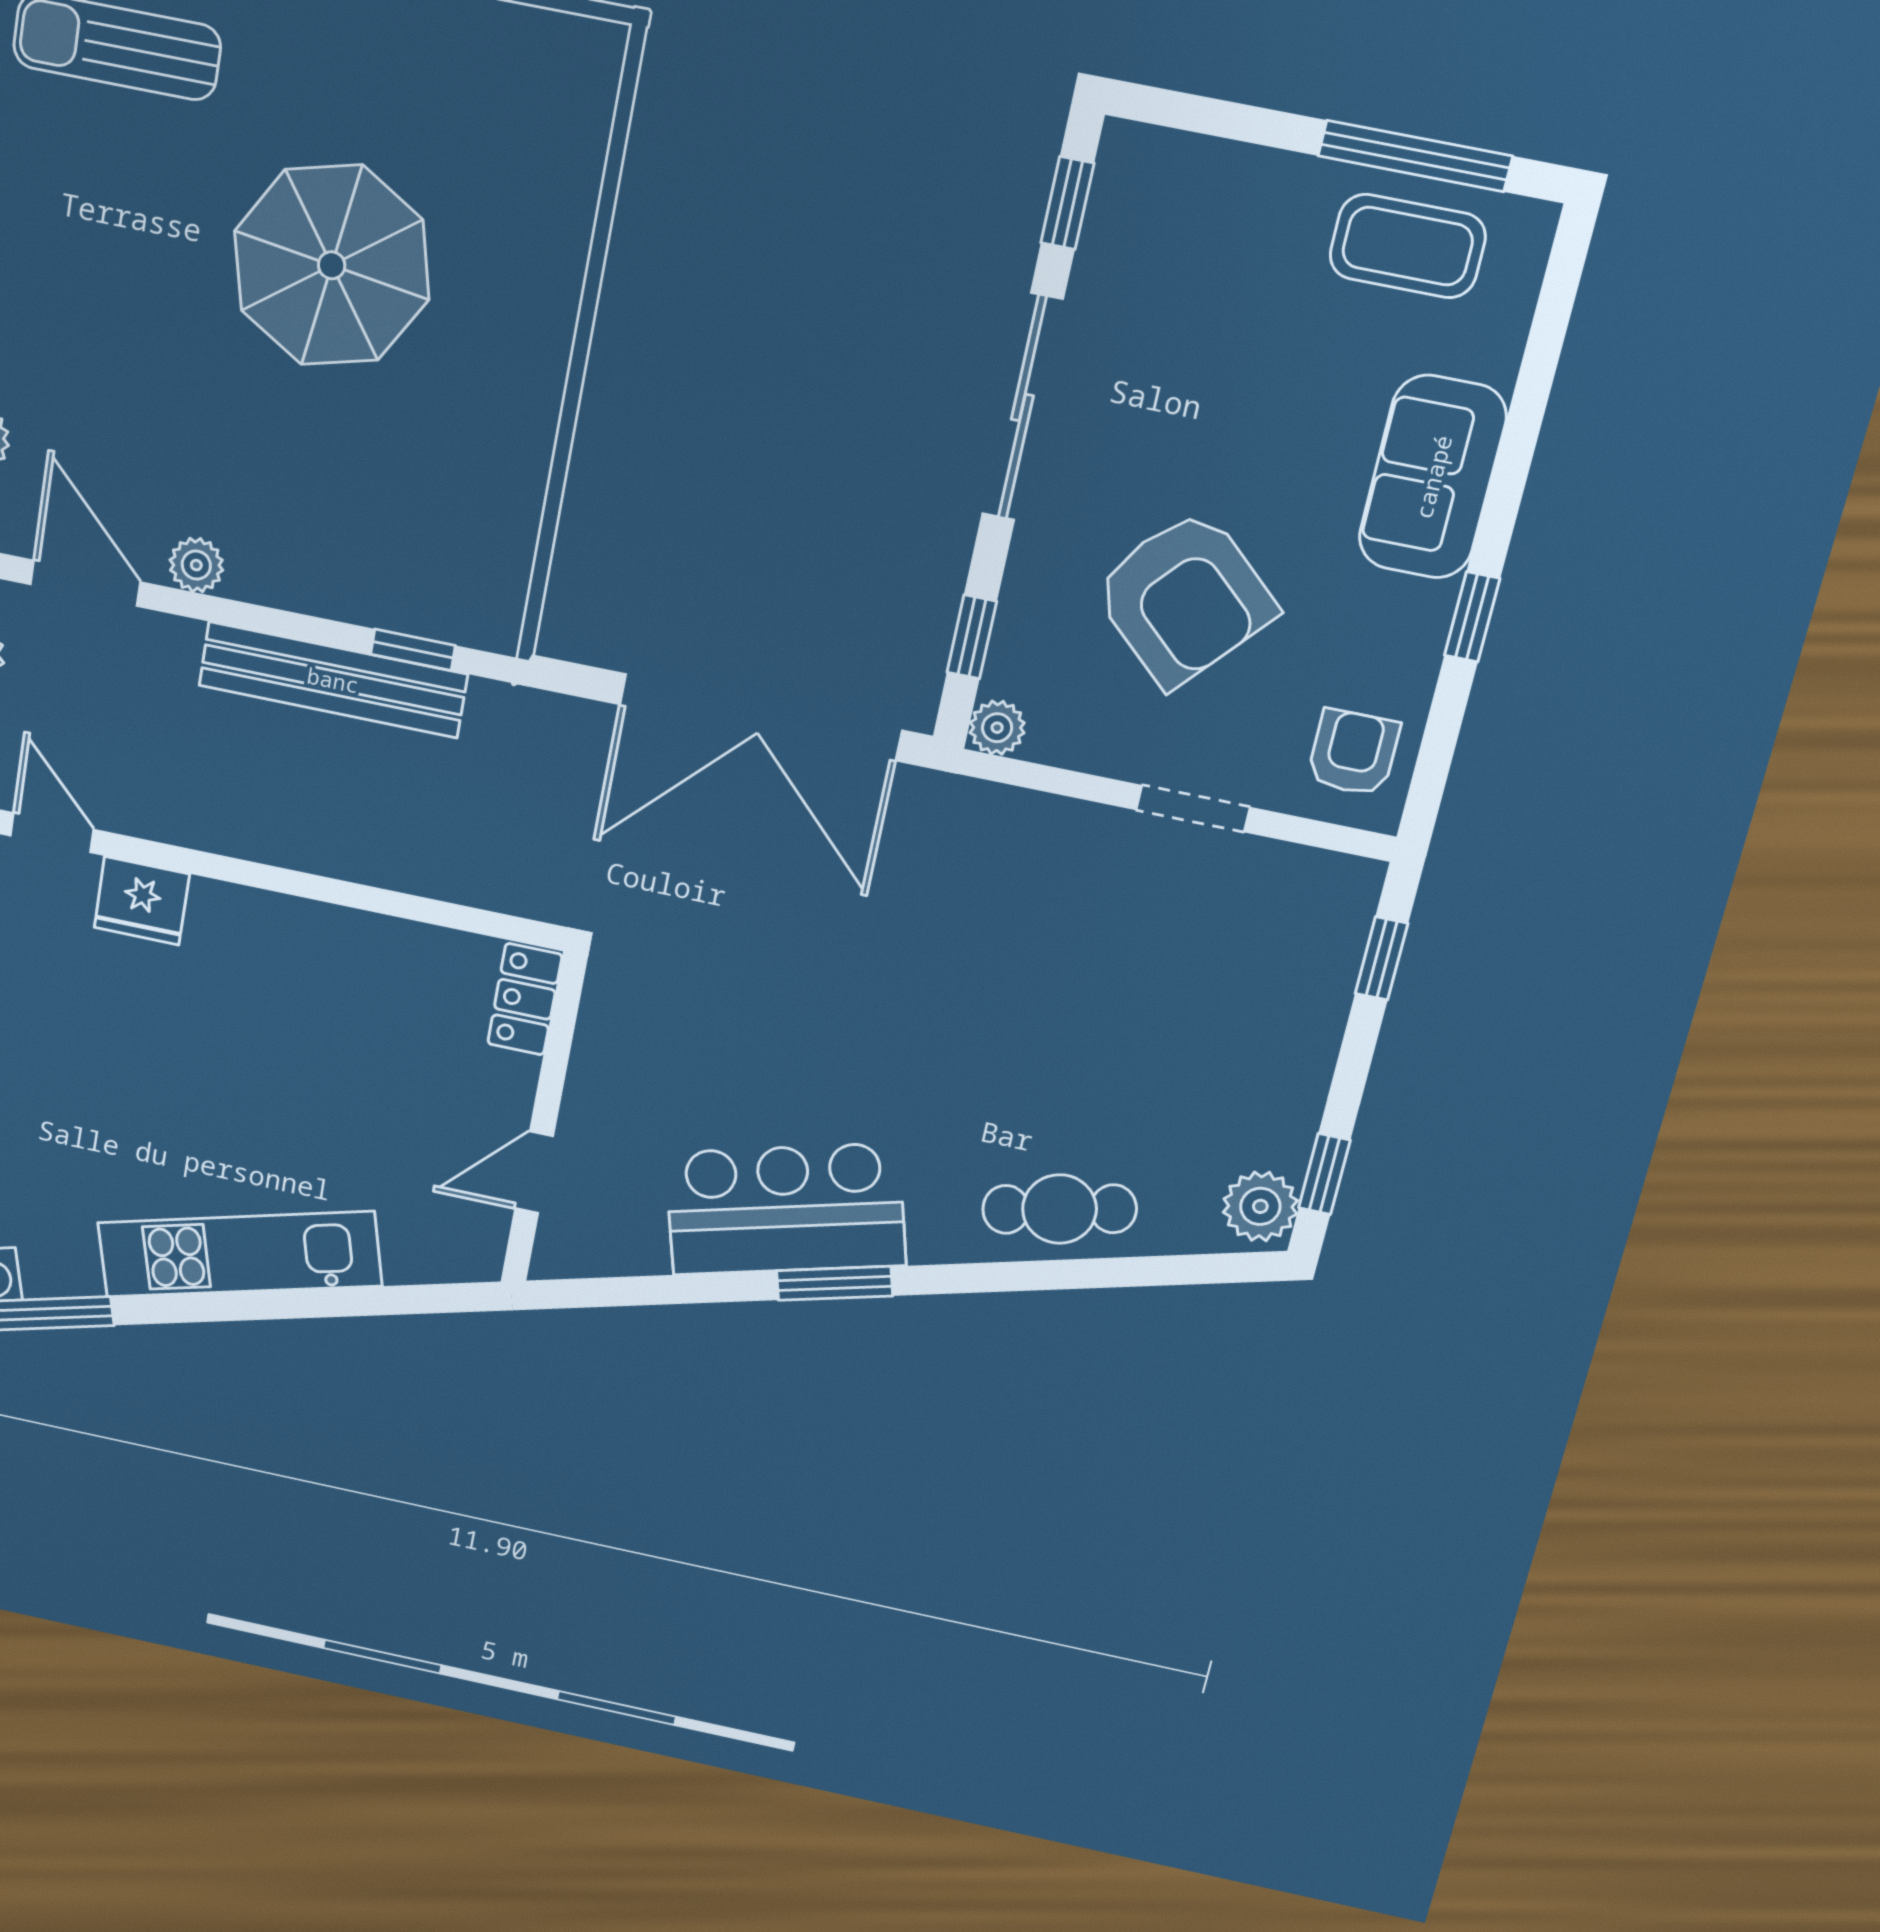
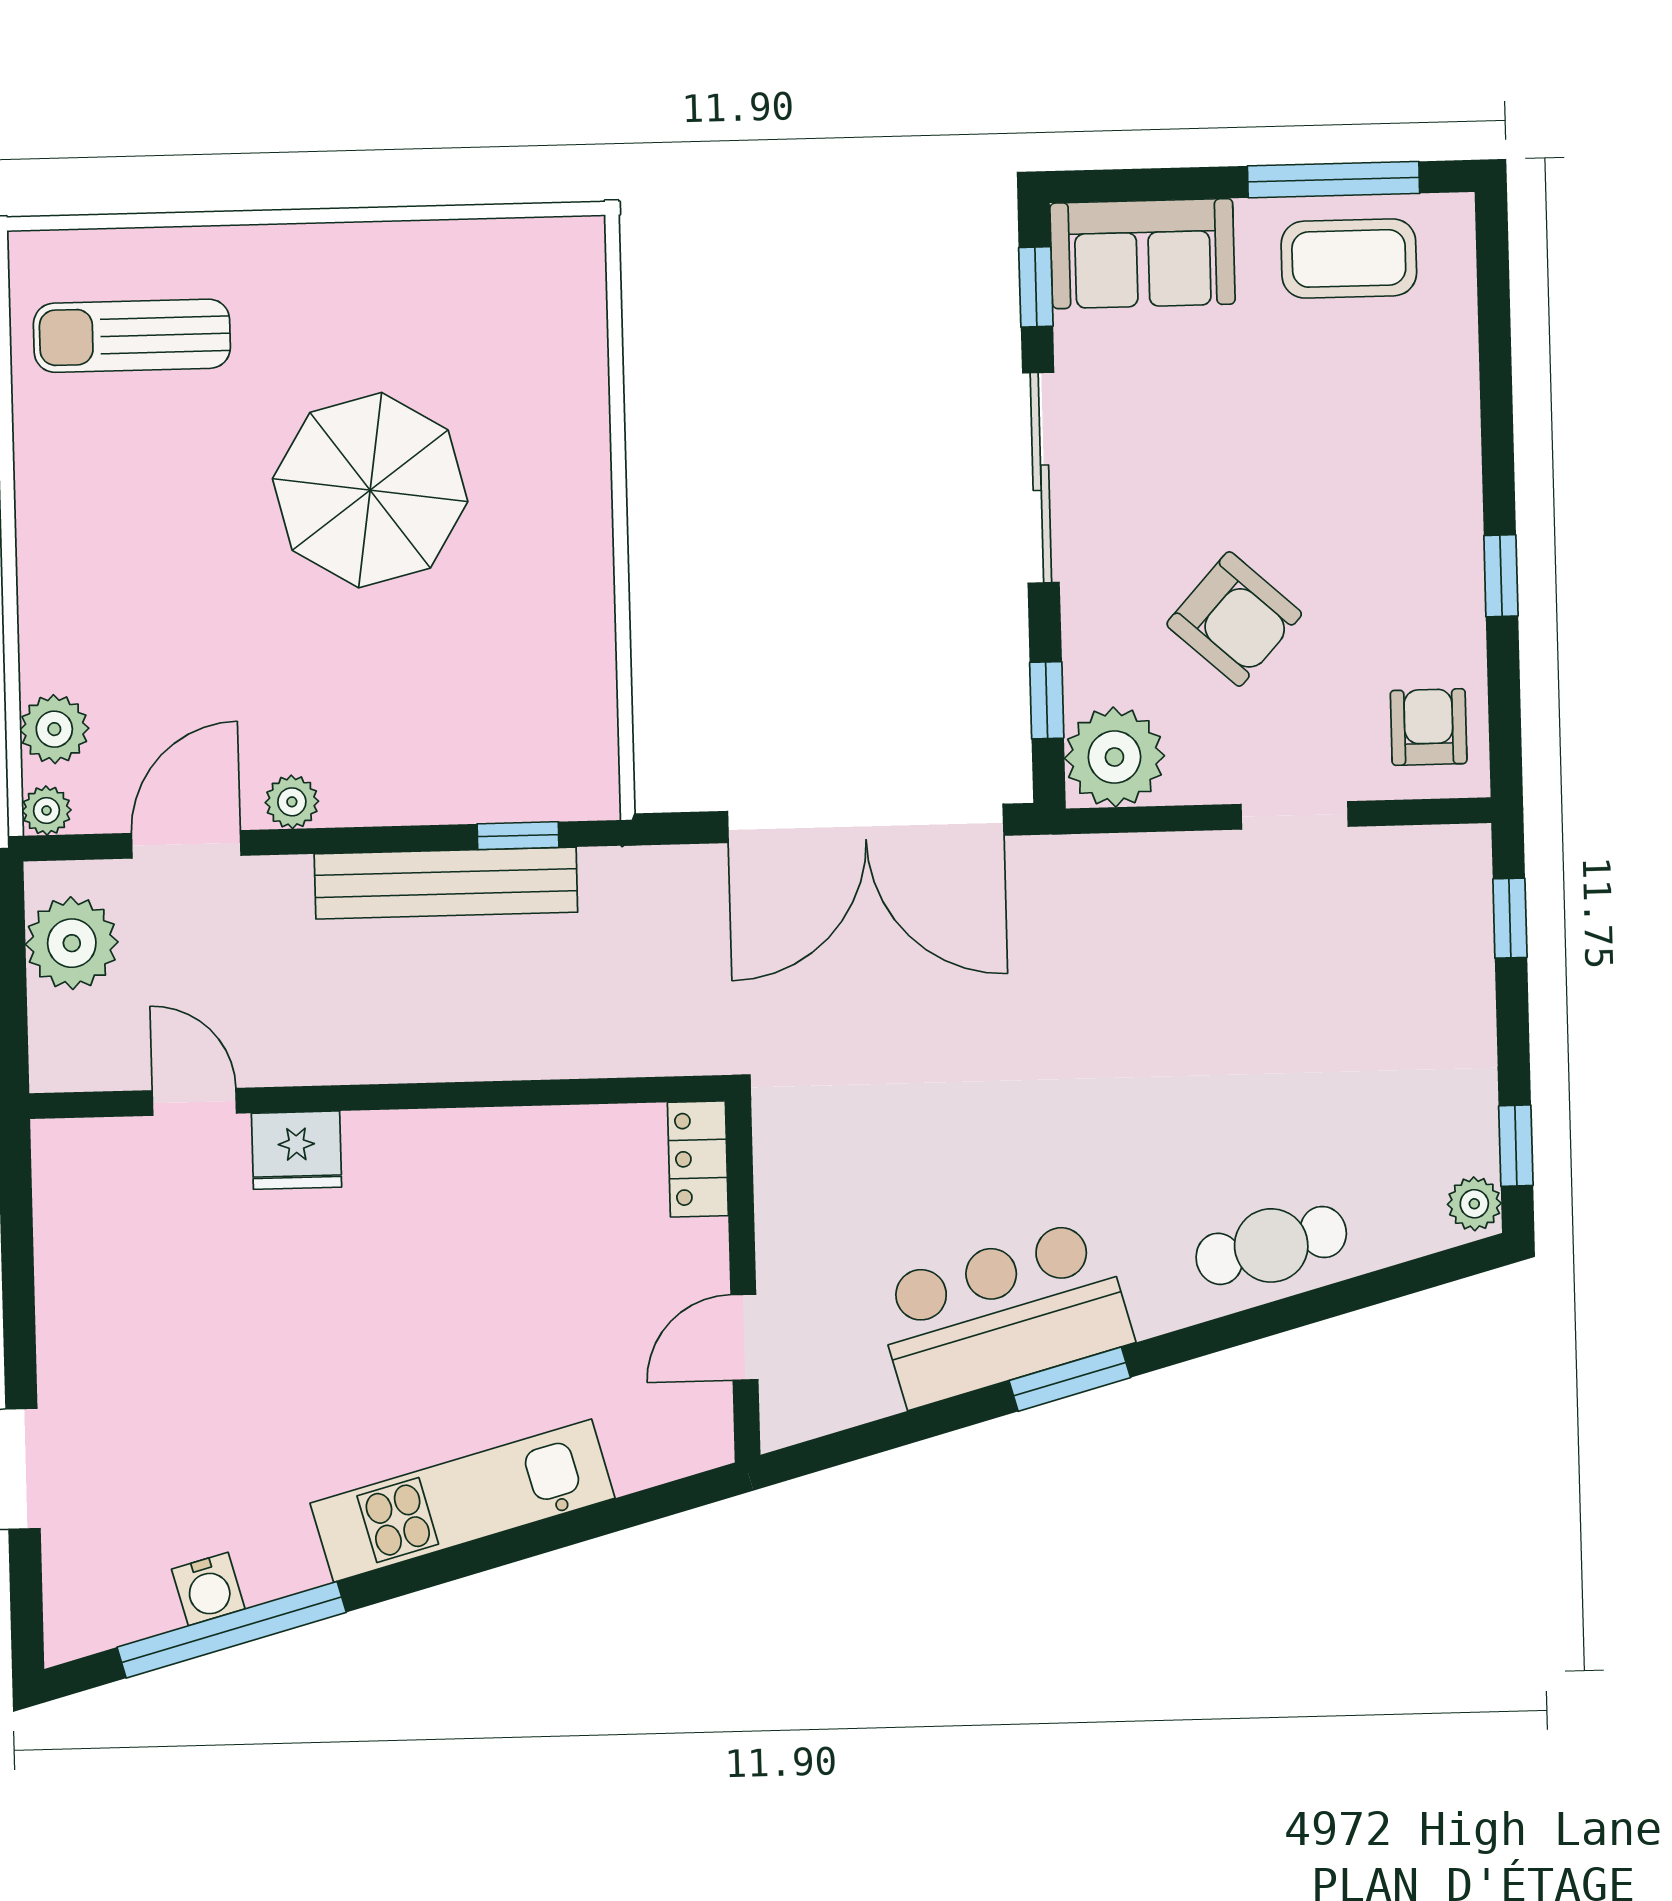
sofa: (1433, 477) -> (1143, 254), moved, turned -90
door: (85, 583) -> (186, 844), hinge flipped
armchair: (1184, 598) -> (1234, 619), width x0.73, depth x0.73
plant: (997, 728) -> (1114, 757), width x1.88, depth x1.88
plant: (1260, 1206) -> (1474, 1204), width x0.73, depth x0.73

